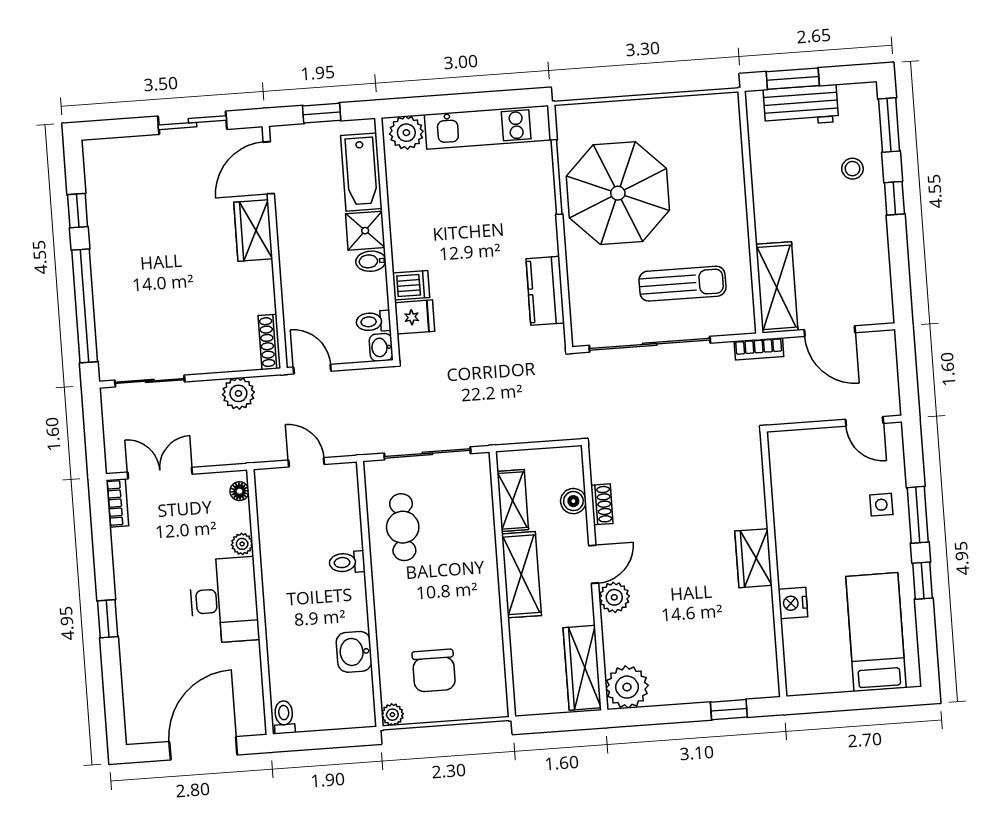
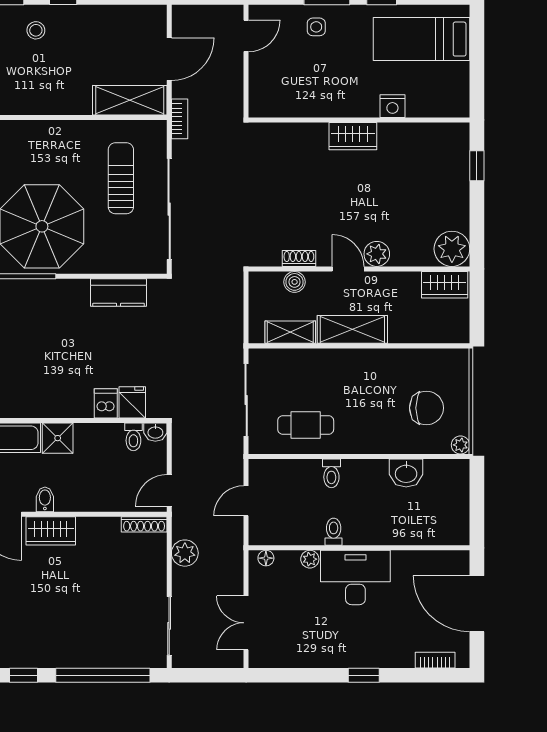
bidet: (371, 261) -> (45, 499), moved, turned 180
bookcase: (117, 503) -> (435, 660), moved
wardrobe: (582, 668) -> (445, 285), width x0.67
toilet: (284, 717) -> (334, 532), moved, turned 90

